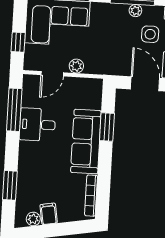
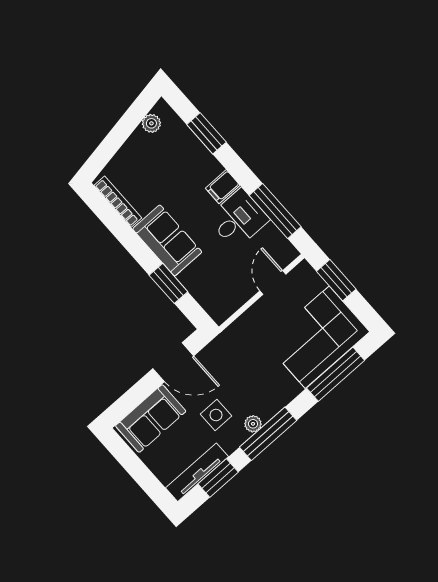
window: (18, 42) -> (336, 280), width x1.50
plant: (76, 66) -> (257, 313), removed
sofa: (86, 142) -> (167, 241), width x0.73
filing cabinet: (49, 214) -> (223, 187), moved, turned 100

